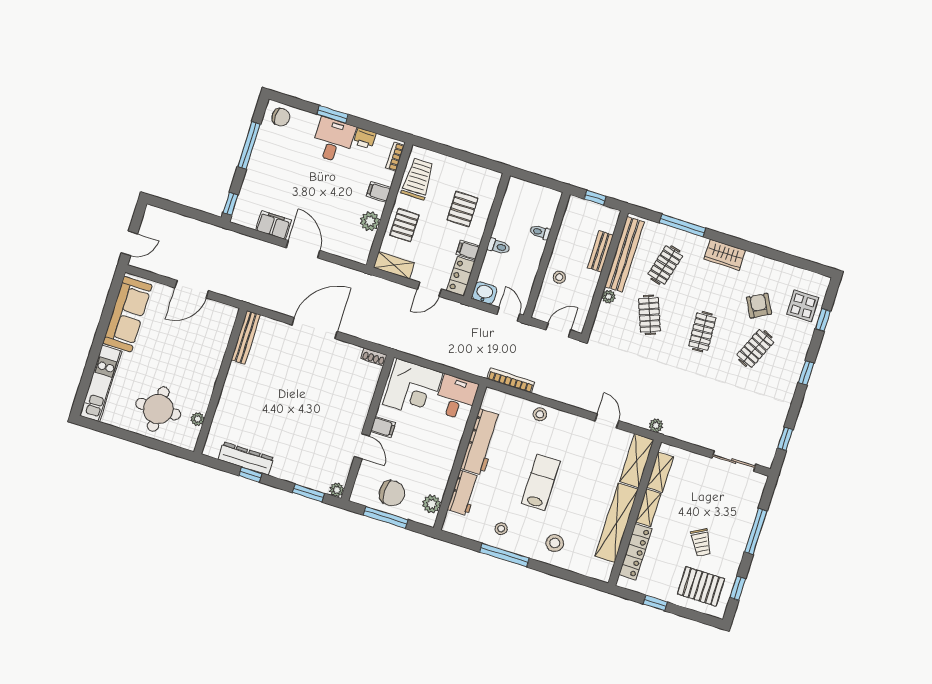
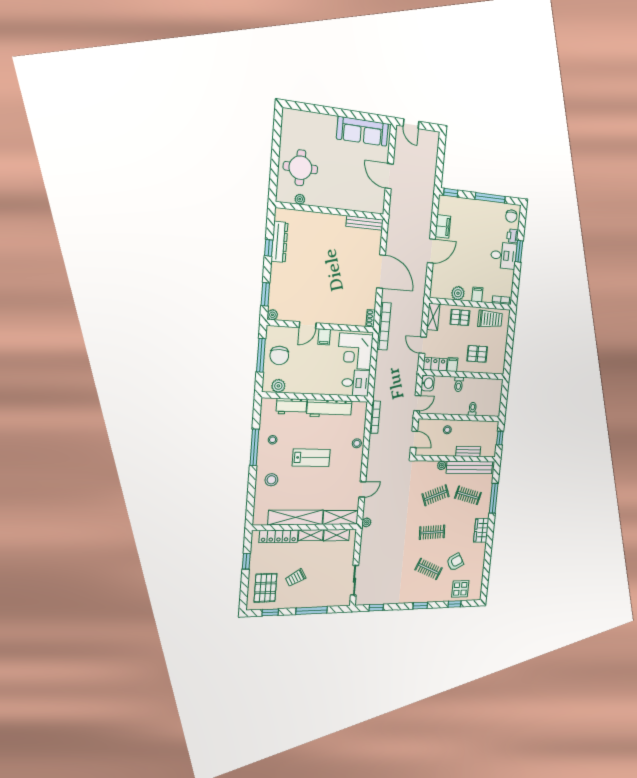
printer: (365, 138) -> (513, 236), moved
bookcase: (389, 340) -> (384, 326), added
kitchen unit: (101, 383) -> (309, 120), removed

